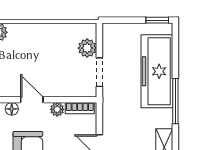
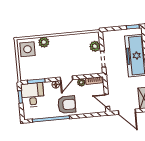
door: (32, 100) -> (66, 78), swing flipped

